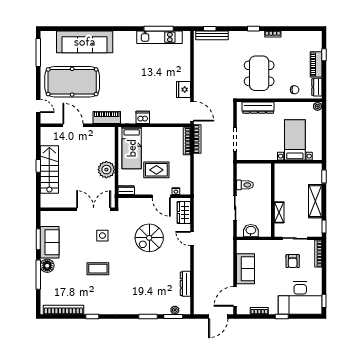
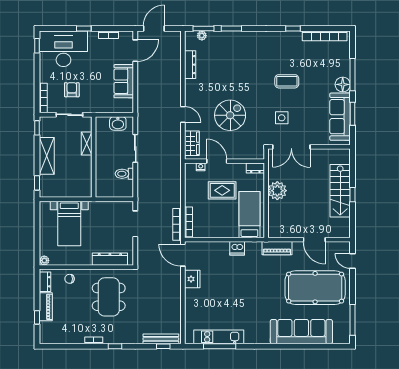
sofa: (50, 242) -> (340, 117), width x1.36

